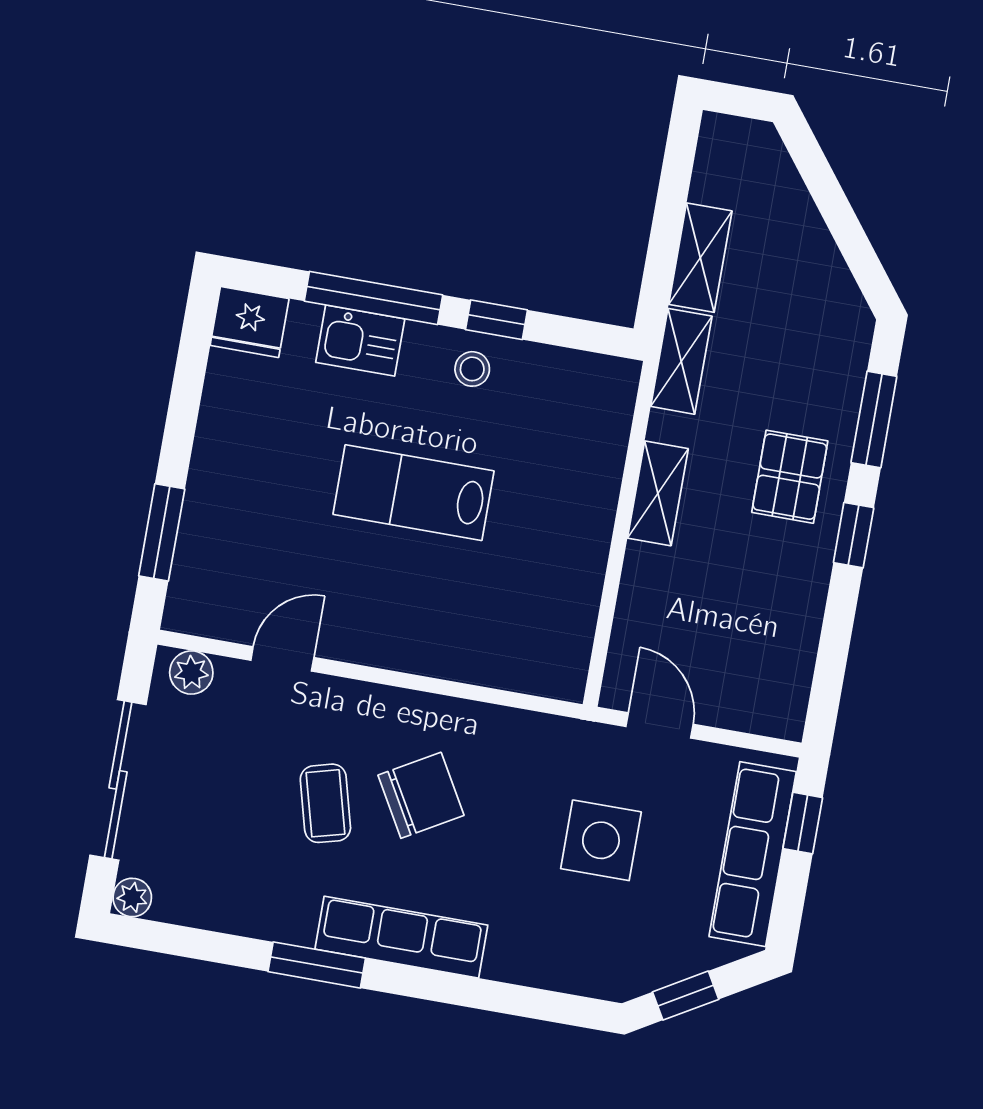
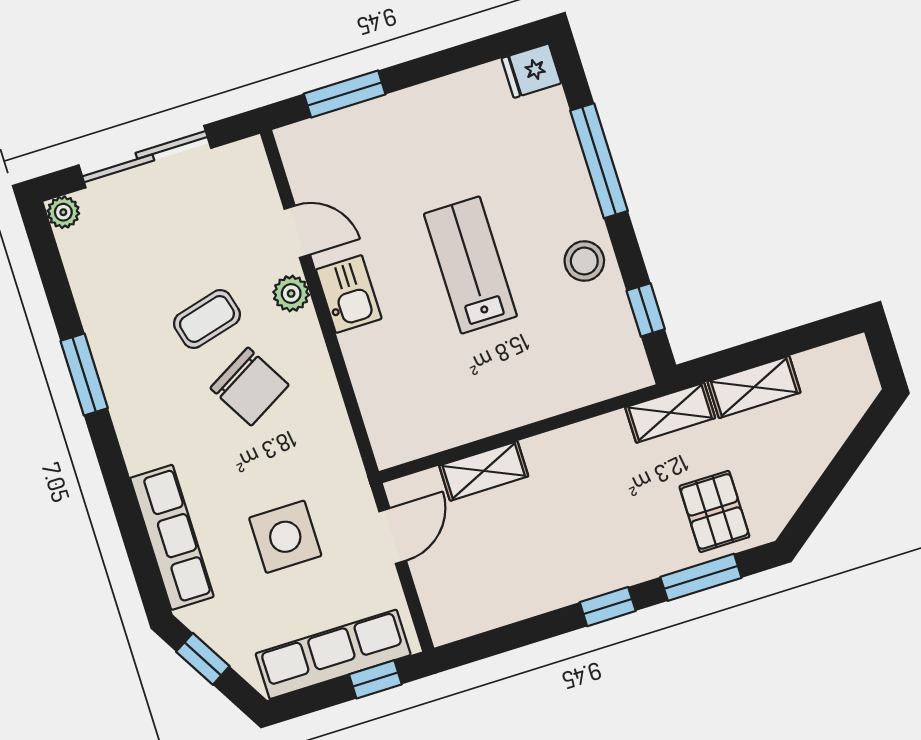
window: (496, 320) -> (646, 310), moved
fridge: (250, 322) -> (531, 71), width x0.72
kitchen sink: (360, 341) -> (349, 294), moved, turned 180
stool: (472, 369) -> (584, 261), width x1.37, depth x1.37
pallet: (790, 477) -> (714, 511), moved, turned 90
shelving: (658, 493) -> (484, 471), moved
plant: (191, 672) -> (291, 293), moved
row of seats: (401, 937) -> (172, 537), moved

